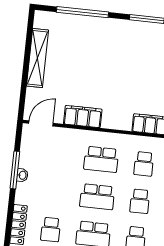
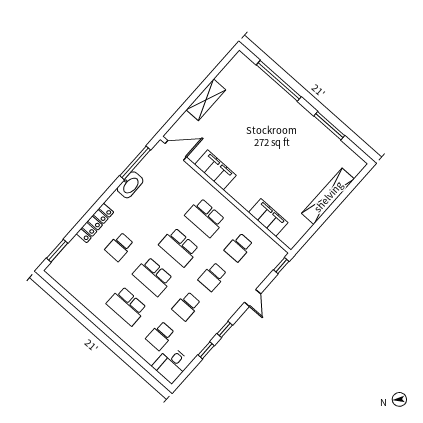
shelving: (37, 58) -> (206, 100), width x0.68
window: (15, 170) -> (135, 163), moved
washbasin: (22, 175) -> (130, 185), width x1.91, depth x1.45

